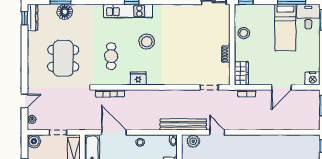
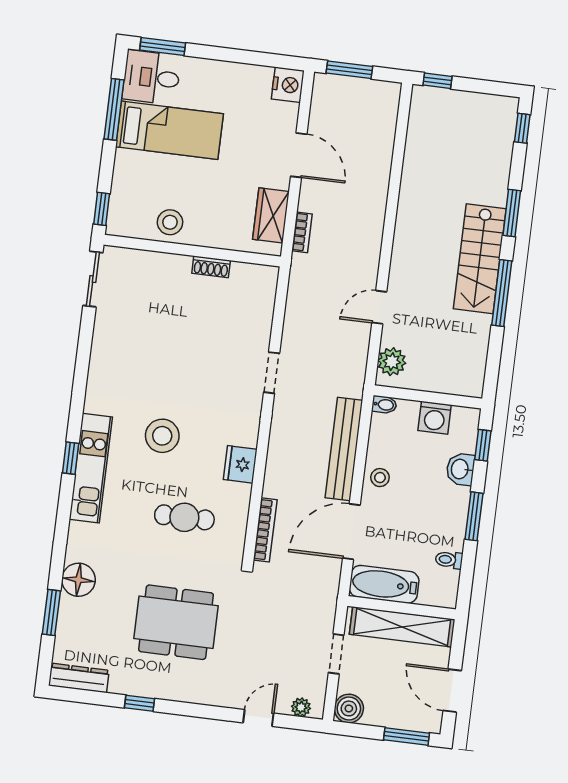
floor lamp: (65, 12) -> (78, 580), moved
window: (25, 18) -> (140, 703), moved
wardrobe: (241, 73) -> (271, 215), moved, turned -90
doorway: (209, 87) -> (272, 373), moved
door: (25, 101) -> (258, 718), hinge flipped
bench: (183, 124) -> (344, 449), moved

